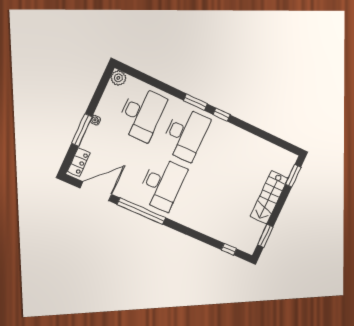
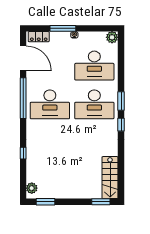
stairs: (269, 197) -> (110, 178), moved, turned -90
plant: (244, 244) -> (32, 188), added
window: (229, 249) -> (23, 153), moved

